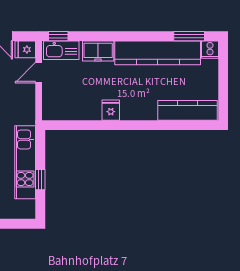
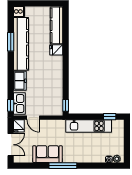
window: (189, 36) -> (11, 42), moved
fridge: (111, 110) -> (56, 50), moved
window: (58, 125) -> (66, 105), added
window: (40, 180) -> (110, 117), moved

